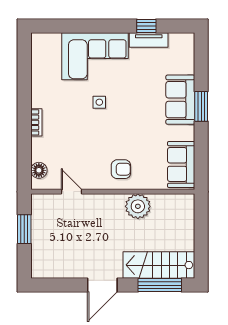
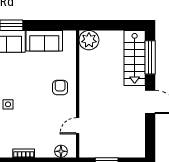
sofa: (181, 165) -> (44, 41), moved
plant: (138, 206) -> (89, 40), moved

